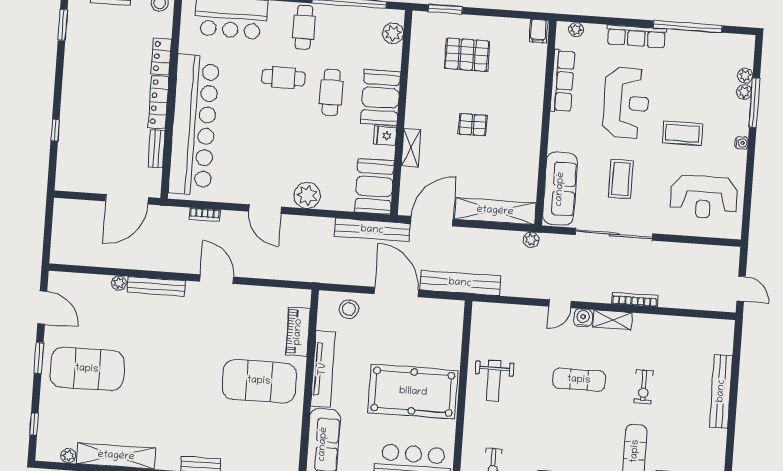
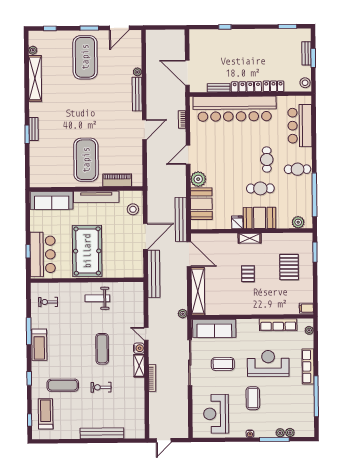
reception desk: (626, 103) -> (268, 363), turned 180
shelving: (411, 148) -> (250, 238), moved
booth: (374, 186) -> (201, 204), moved, turned 90

